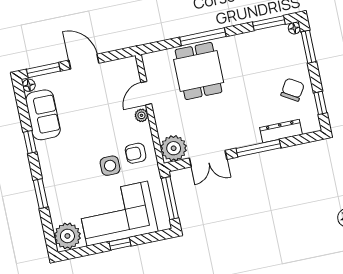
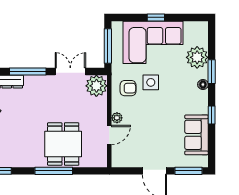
floor lamp: (29, 85) -> (203, 85), moved
plant: (67, 236) -> (197, 57), moved

